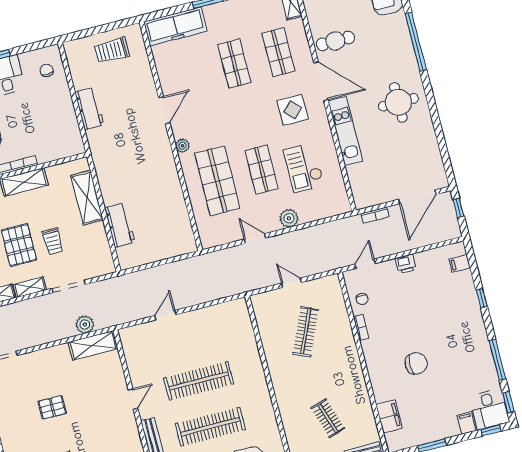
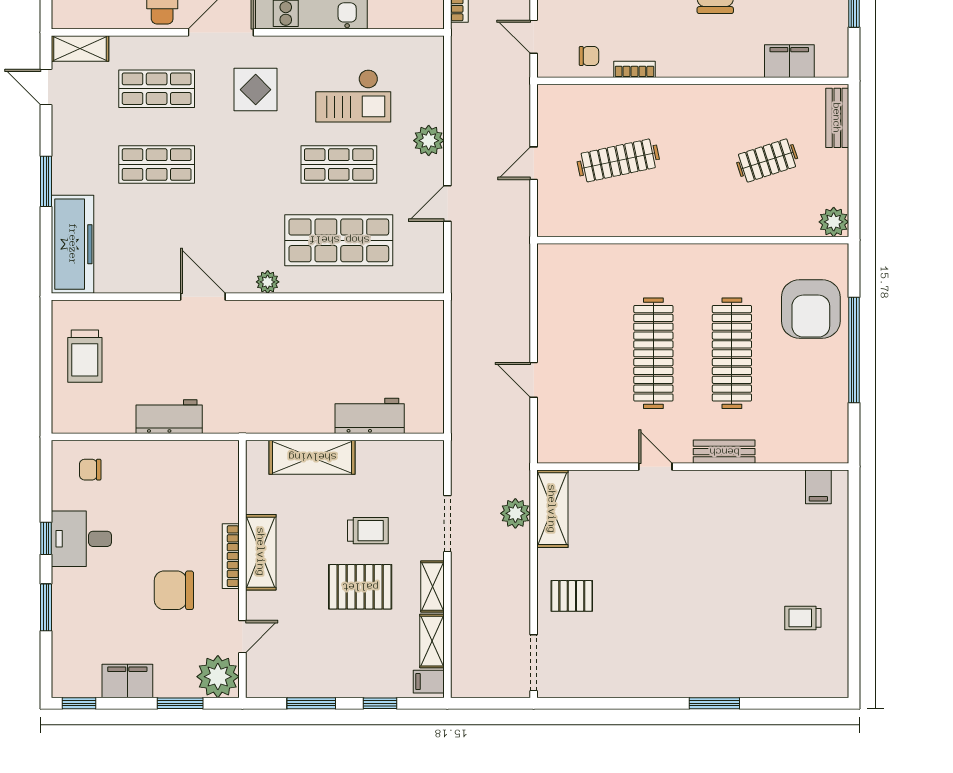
clothes rail: (306, 332) -> (618, 160), turned -36
pallet: (52, 407) -> (572, 596), moved, turned 90

